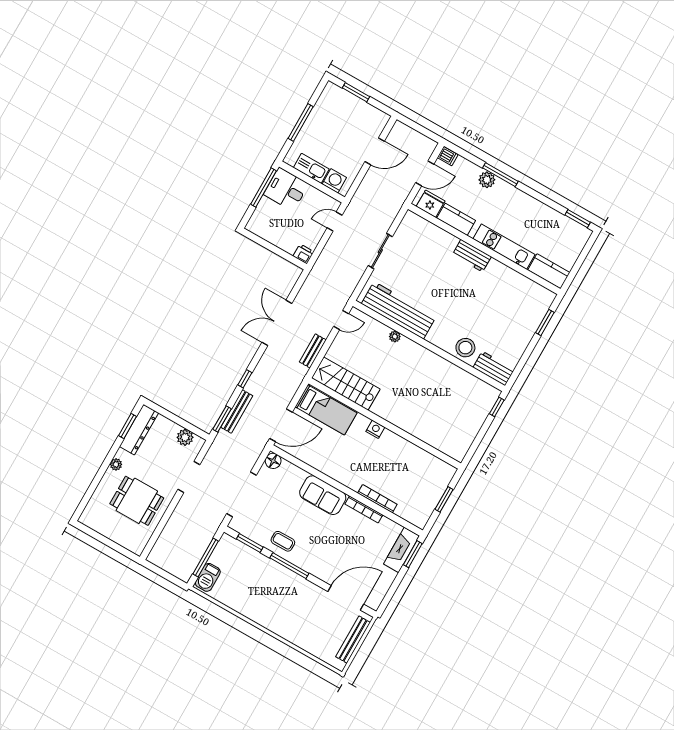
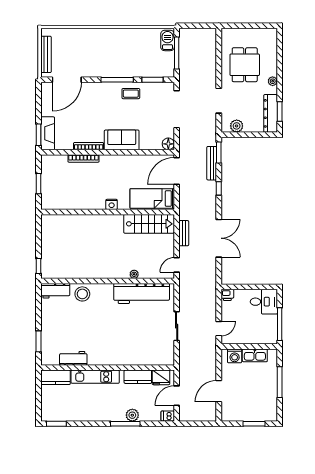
desk: (286, 189) -> (264, 302), moved
workbench: (472, 256) -> (73, 358), moved
dining table: (137, 501) -> (245, 65), turned 90

